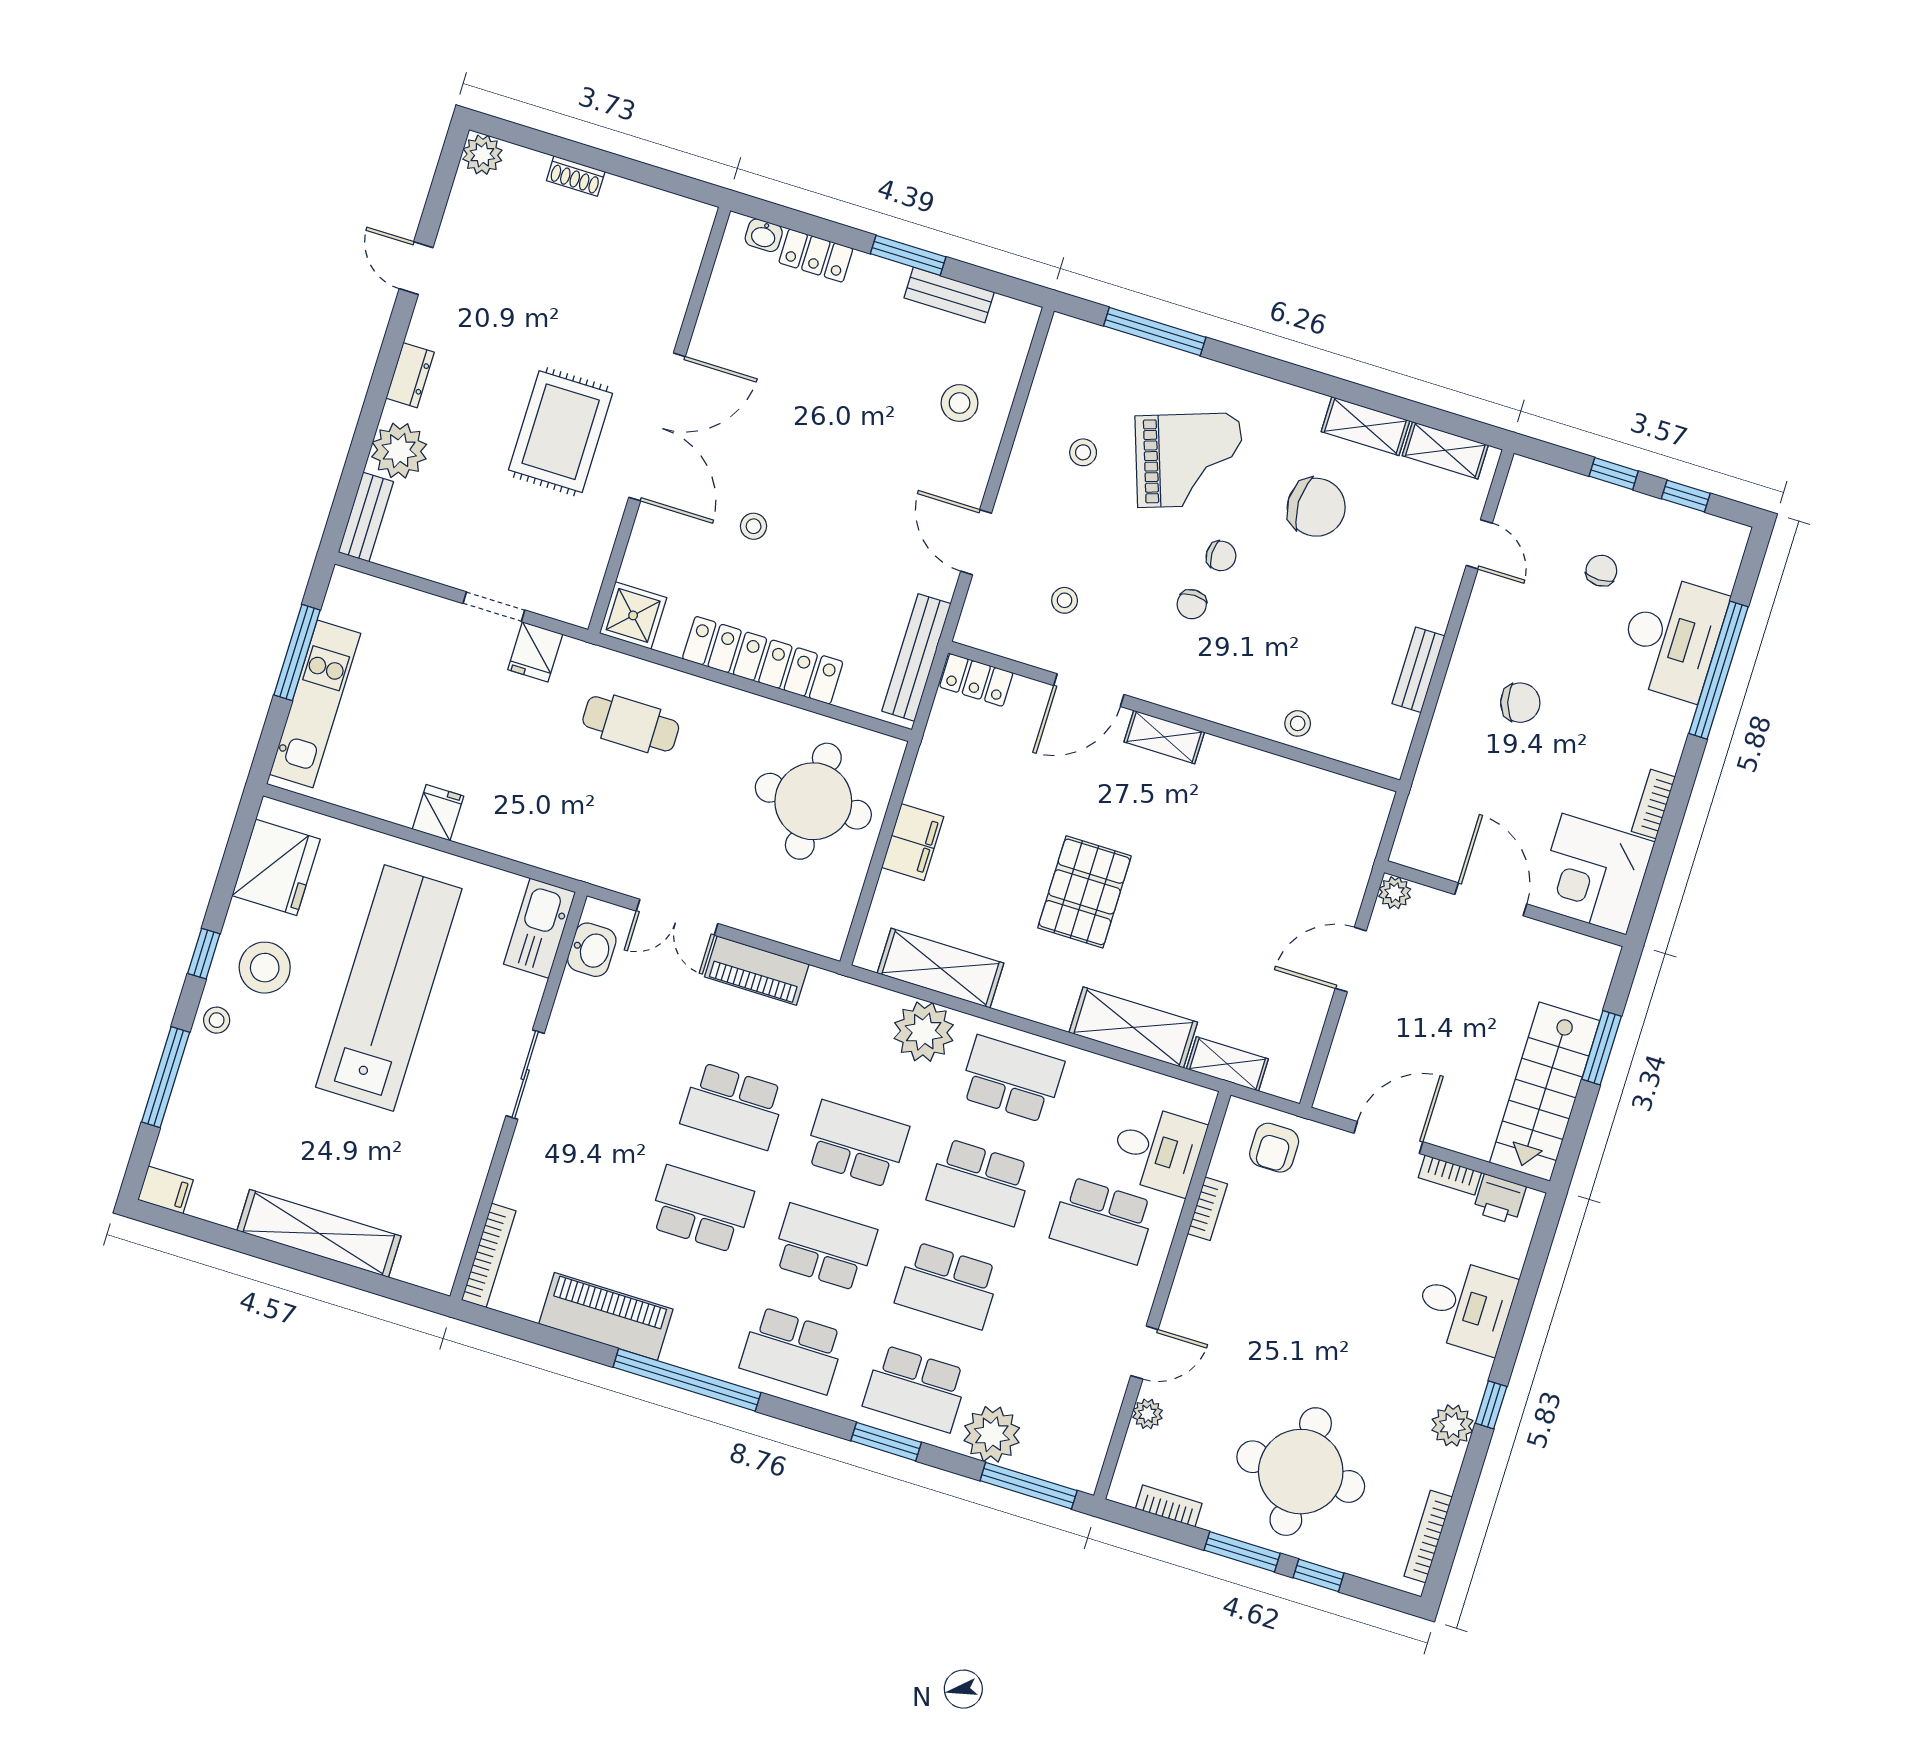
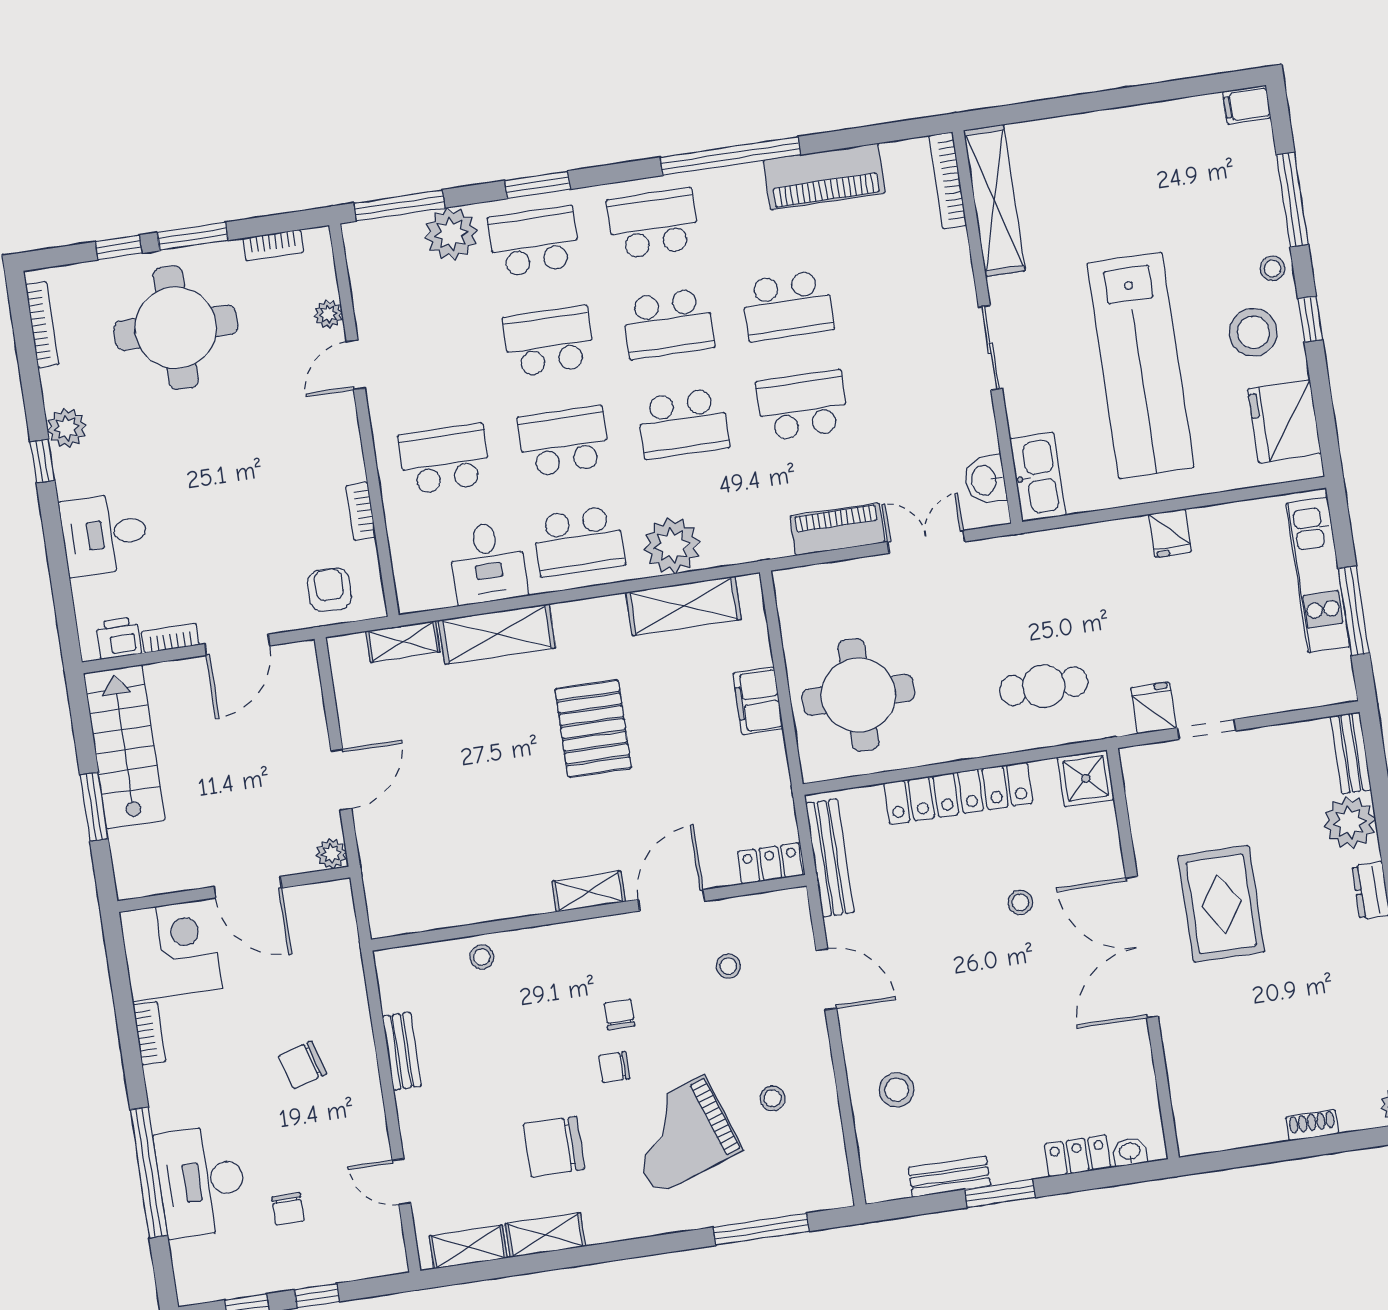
desk: (1158, 1150) -> (488, 563), moved, turned -90
shelving: (319, 1233) -> (994, 201), moved, turned 90

